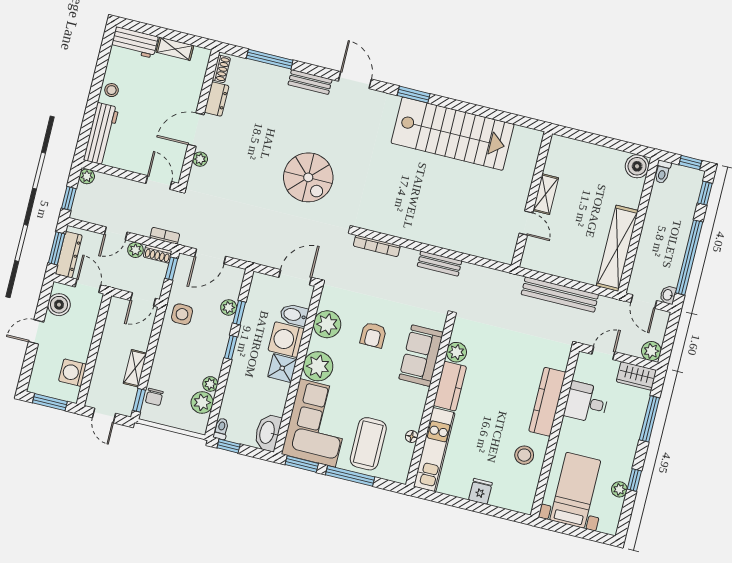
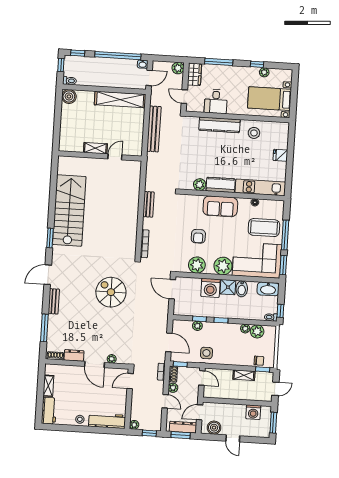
spiral stairs: (308, 177) -> (111, 292), turned -90
bidet: (294, 315) -> (242, 289), moved
armchair: (373, 335) -> (198, 236), turned 90
sofa: (421, 356) -> (220, 206), moved

